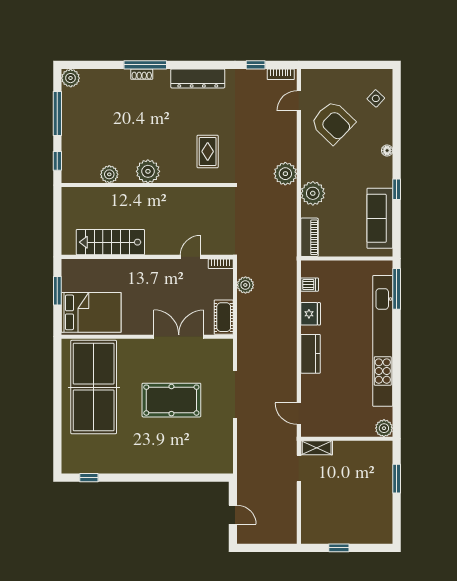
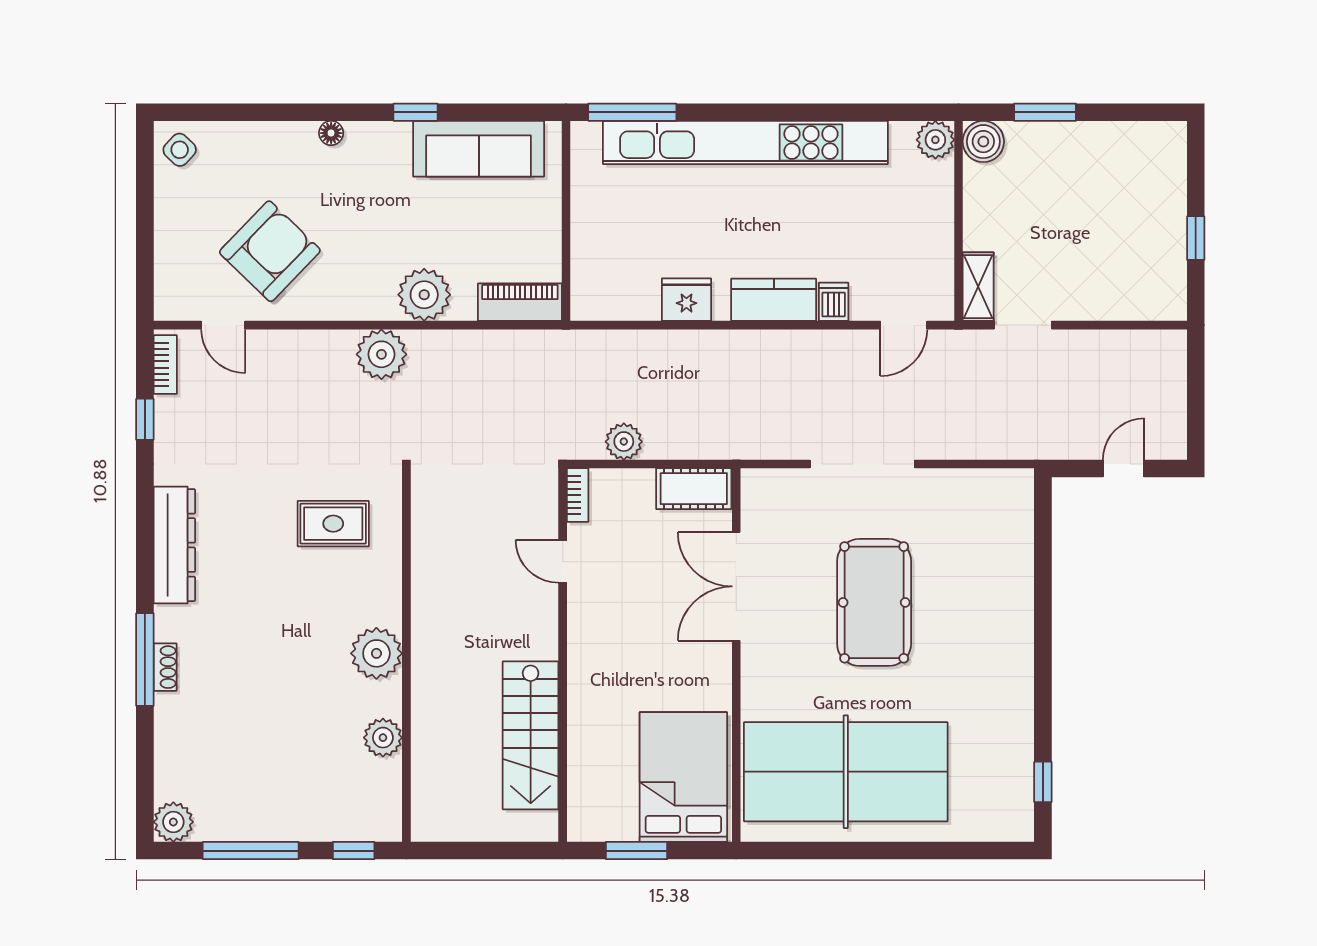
side table: (376, 98) -> (180, 150), moved
dishwasher: (310, 285) -> (834, 302), moved
boiler: (383, 450) -> (983, 142), added

